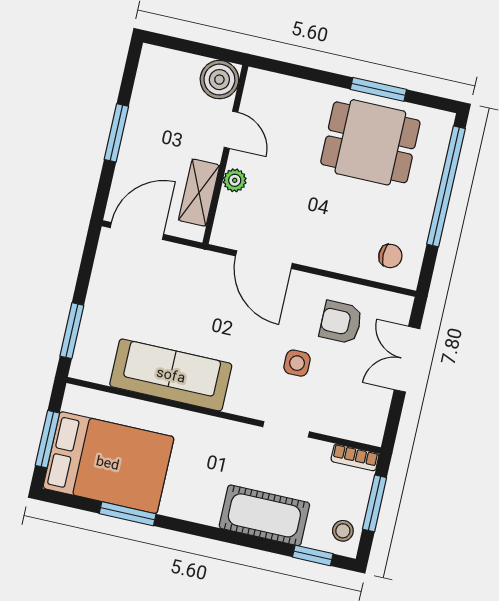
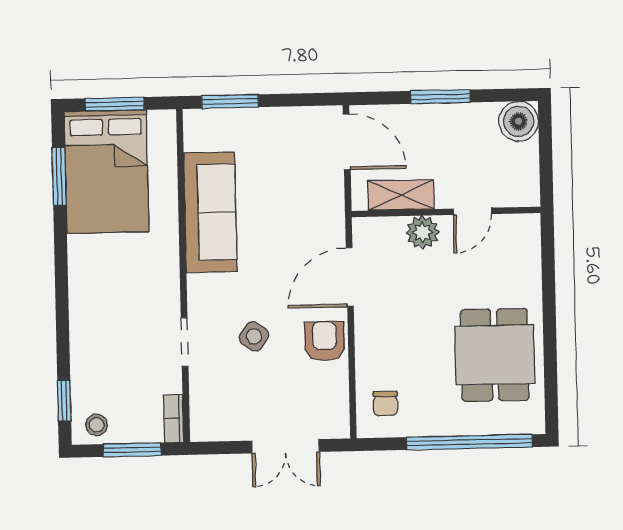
boiler: (219, 80) -> (519, 121), moved
window: (378, 89) -> (550, 350), removed
plant: (235, 180) -> (422, 232), width x1.38, depth x1.38
armchair: (341, 322) -> (324, 341), moved
double door: (407, 359) -> (286, 446), swing flipped
side table: (297, 363) -> (254, 336), turned 35
window: (128, 514) -> (59, 176), moved
cot: (264, 515) -> (92, 342), removed

